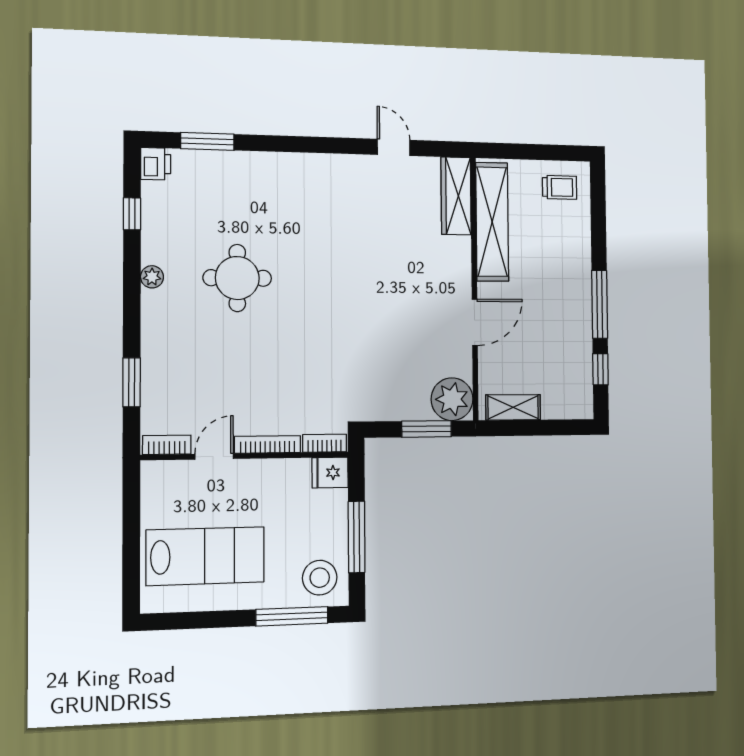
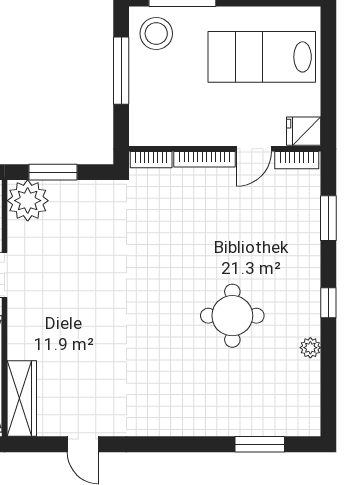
printer: (156, 164) -> (307, 422), removed
window: (132, 214) -> (328, 303), moved
plant: (152, 277) -> (310, 348), moved
fridge: (330, 473) -> (304, 131), moved, turned 180

